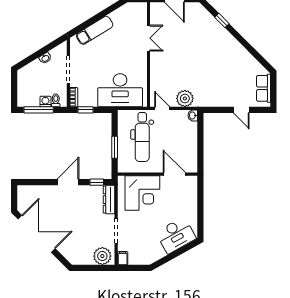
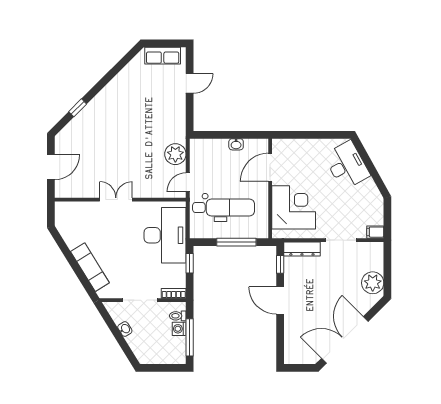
double door: (148, 38) -> (116, 200), moved
window: (85, 110) -> (190, 263), moved
washbasin: (193, 115) -> (236, 144), moved
window: (115, 147) -> (236, 242), width x1.44
plant: (102, 256) -> (373, 283), moved

